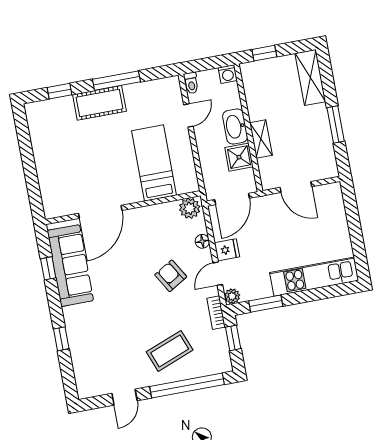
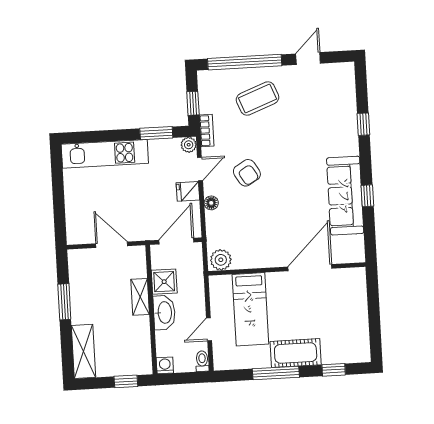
bed: (154, 163) -> (250, 309), moved
wall: (123, 208) -> (287, 269), moved
plant: (190, 208) -> (221, 260), moved
door: (100, 212) -> (310, 268), moved

